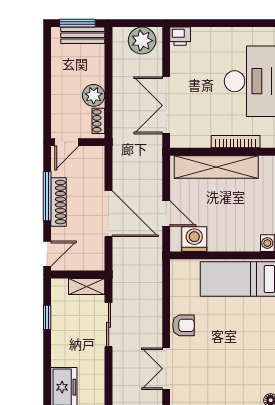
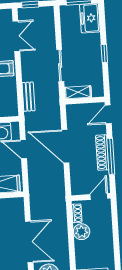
double door: (166, 105) -> (29, 242), moved
bench: (155, 285) -> (28, 97), added
window: (47, 317) -> (104, 54), moved

